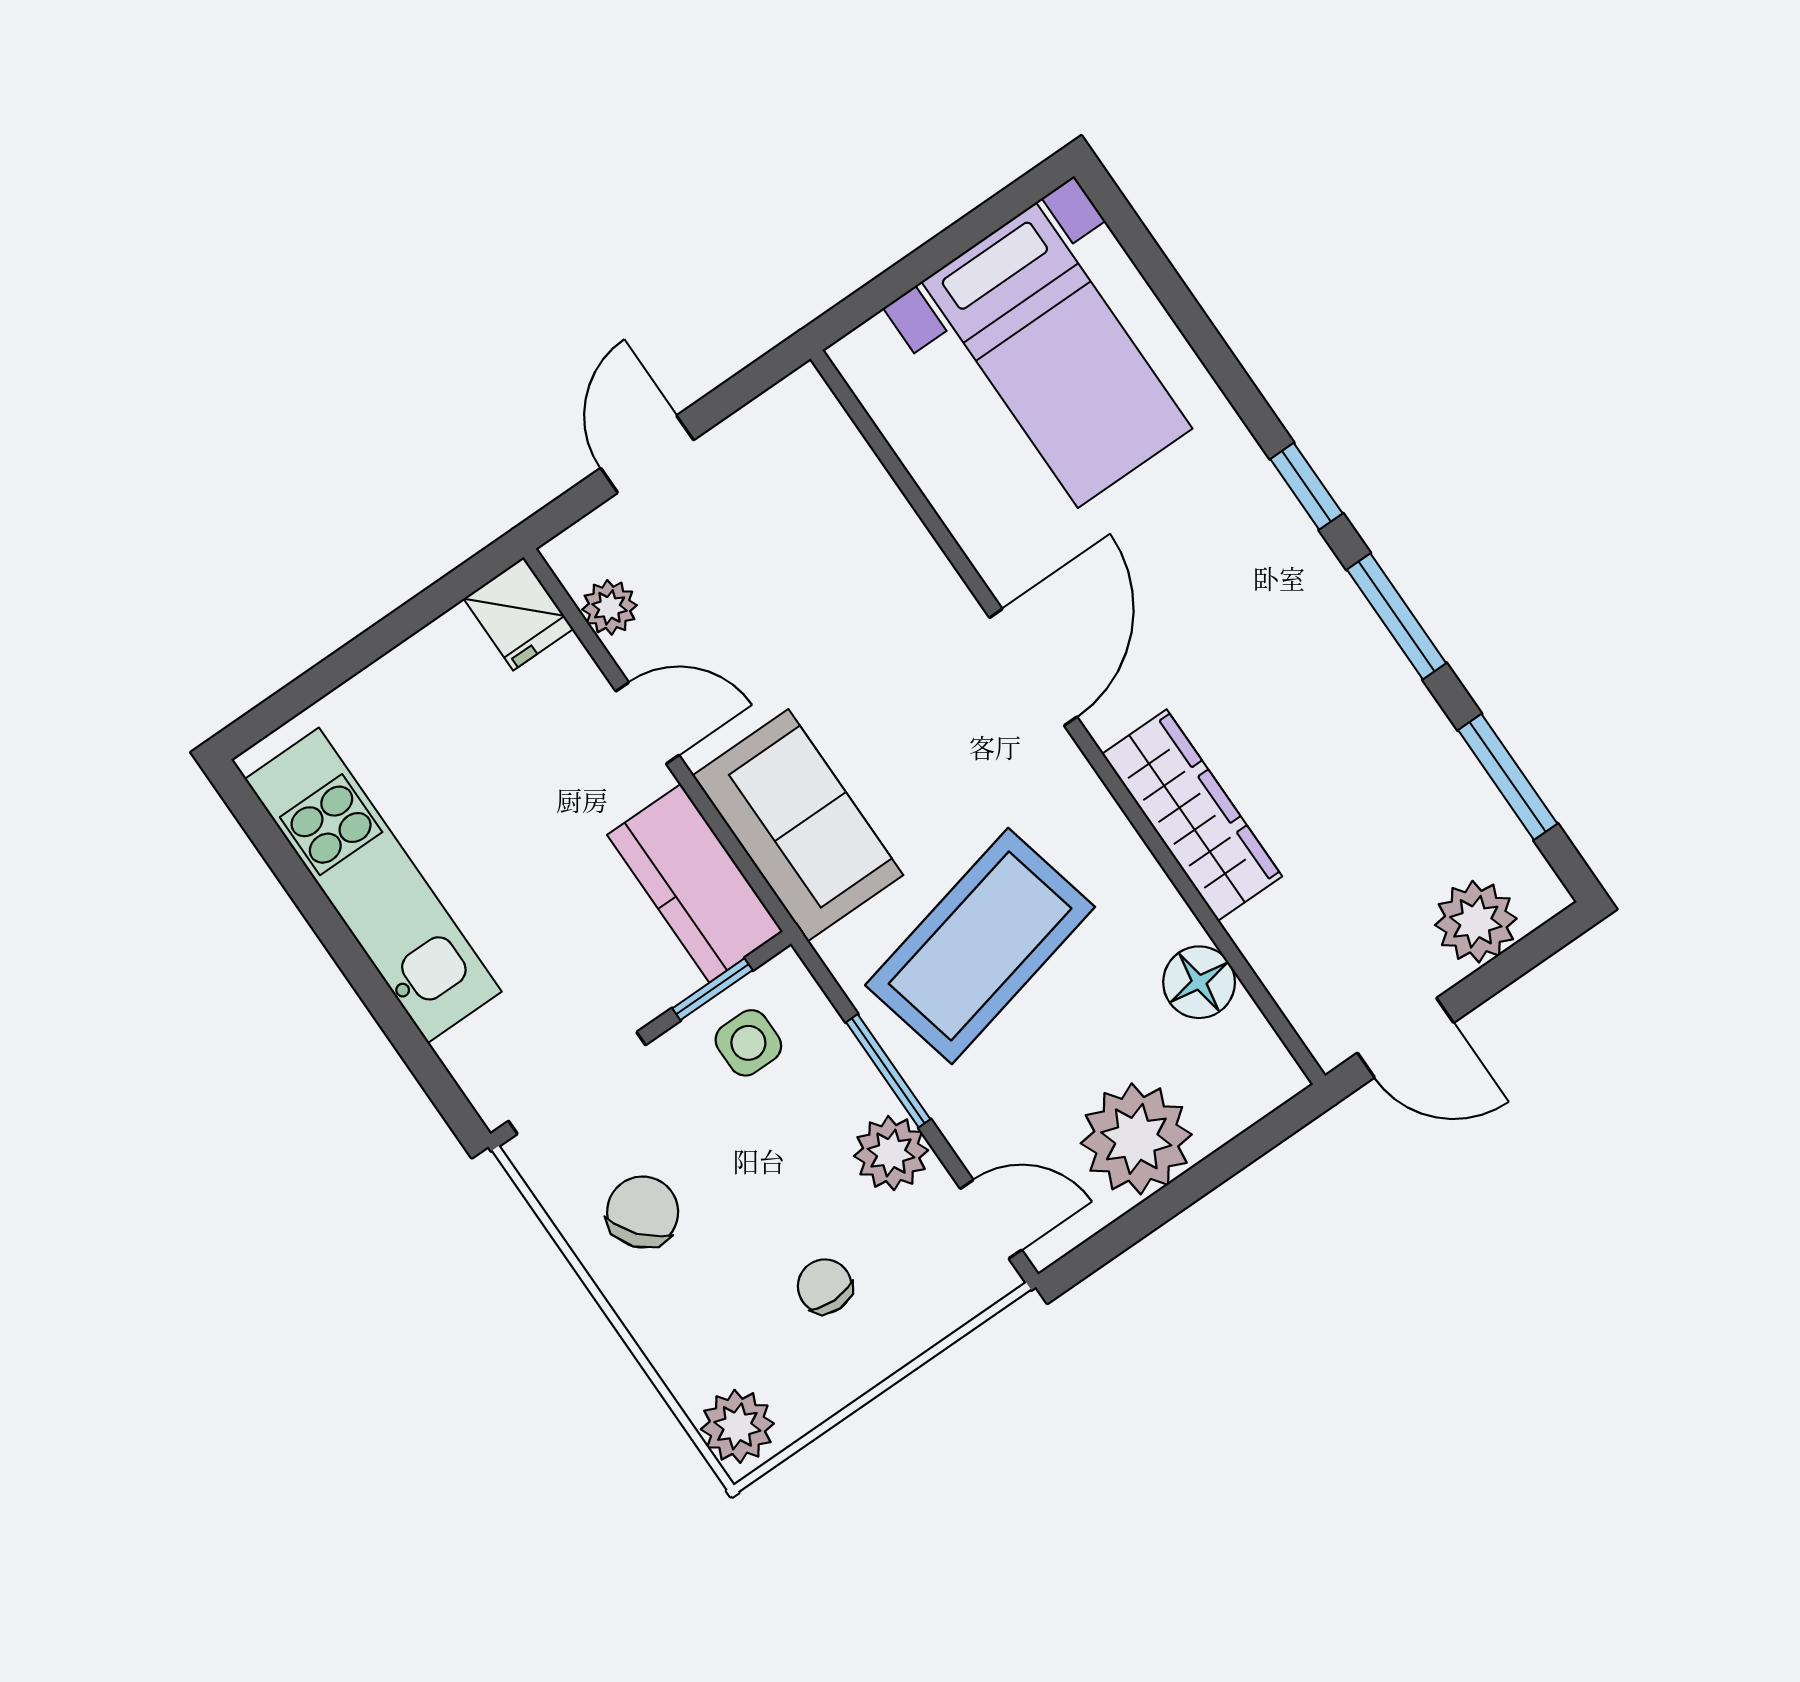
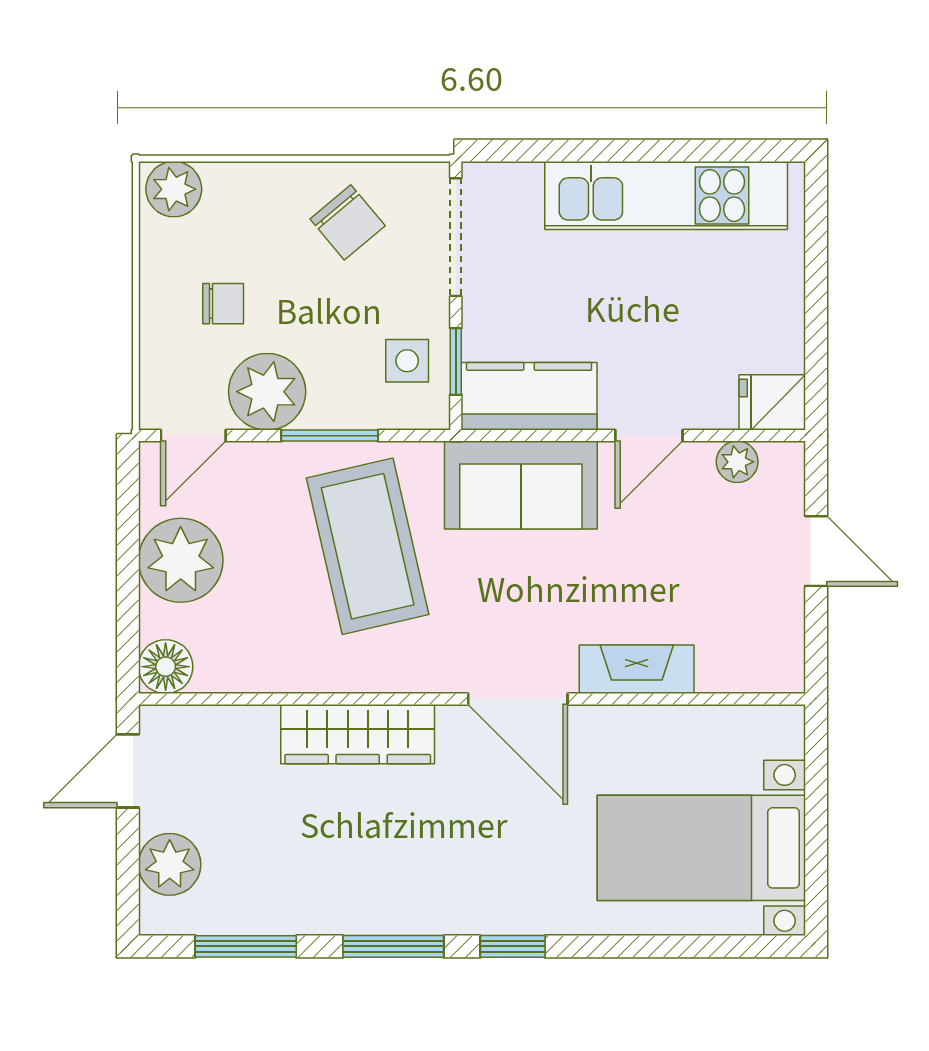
fireplace: (911, 560) -> (637, 669), added
floor lamp: (1199, 982) -> (166, 667), moved
plant: (891, 1153) -> (267, 392), width x1.36, depth x1.36

